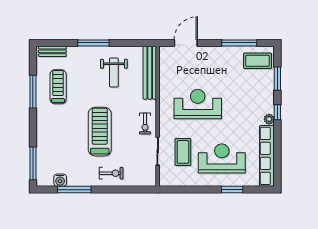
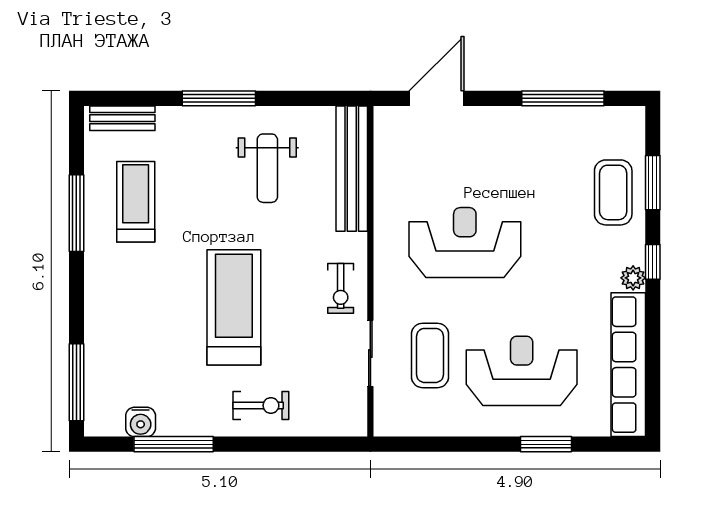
coffee table: (258, 61) -> (613, 192), moved, turned 90

